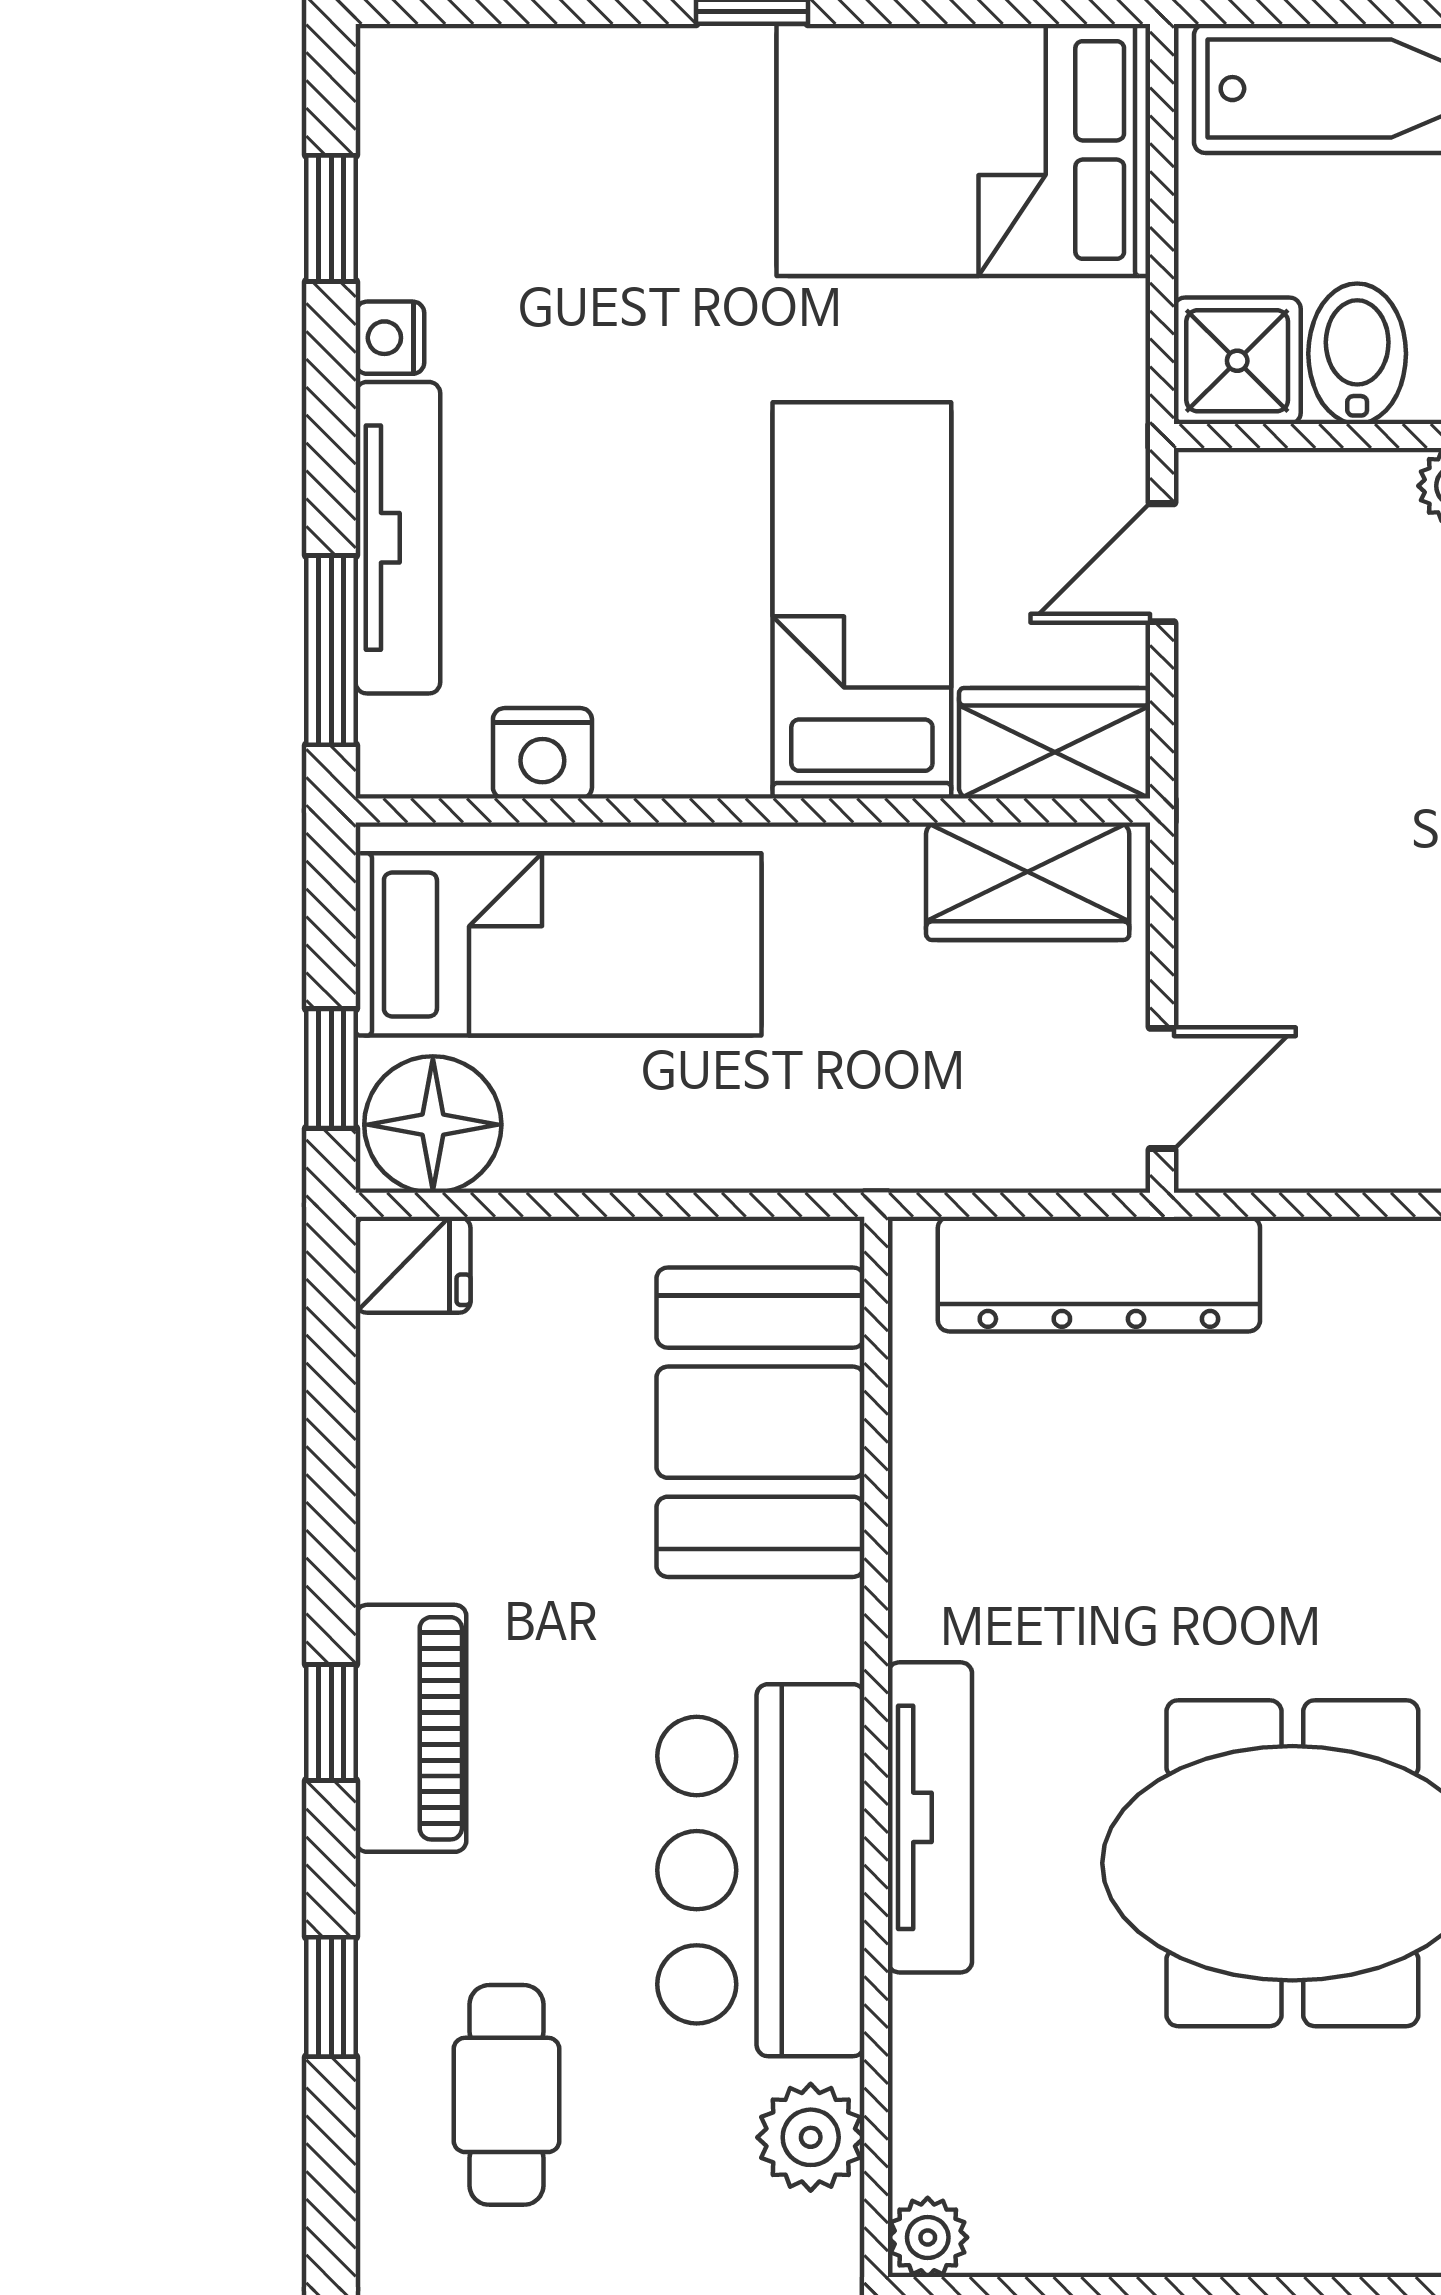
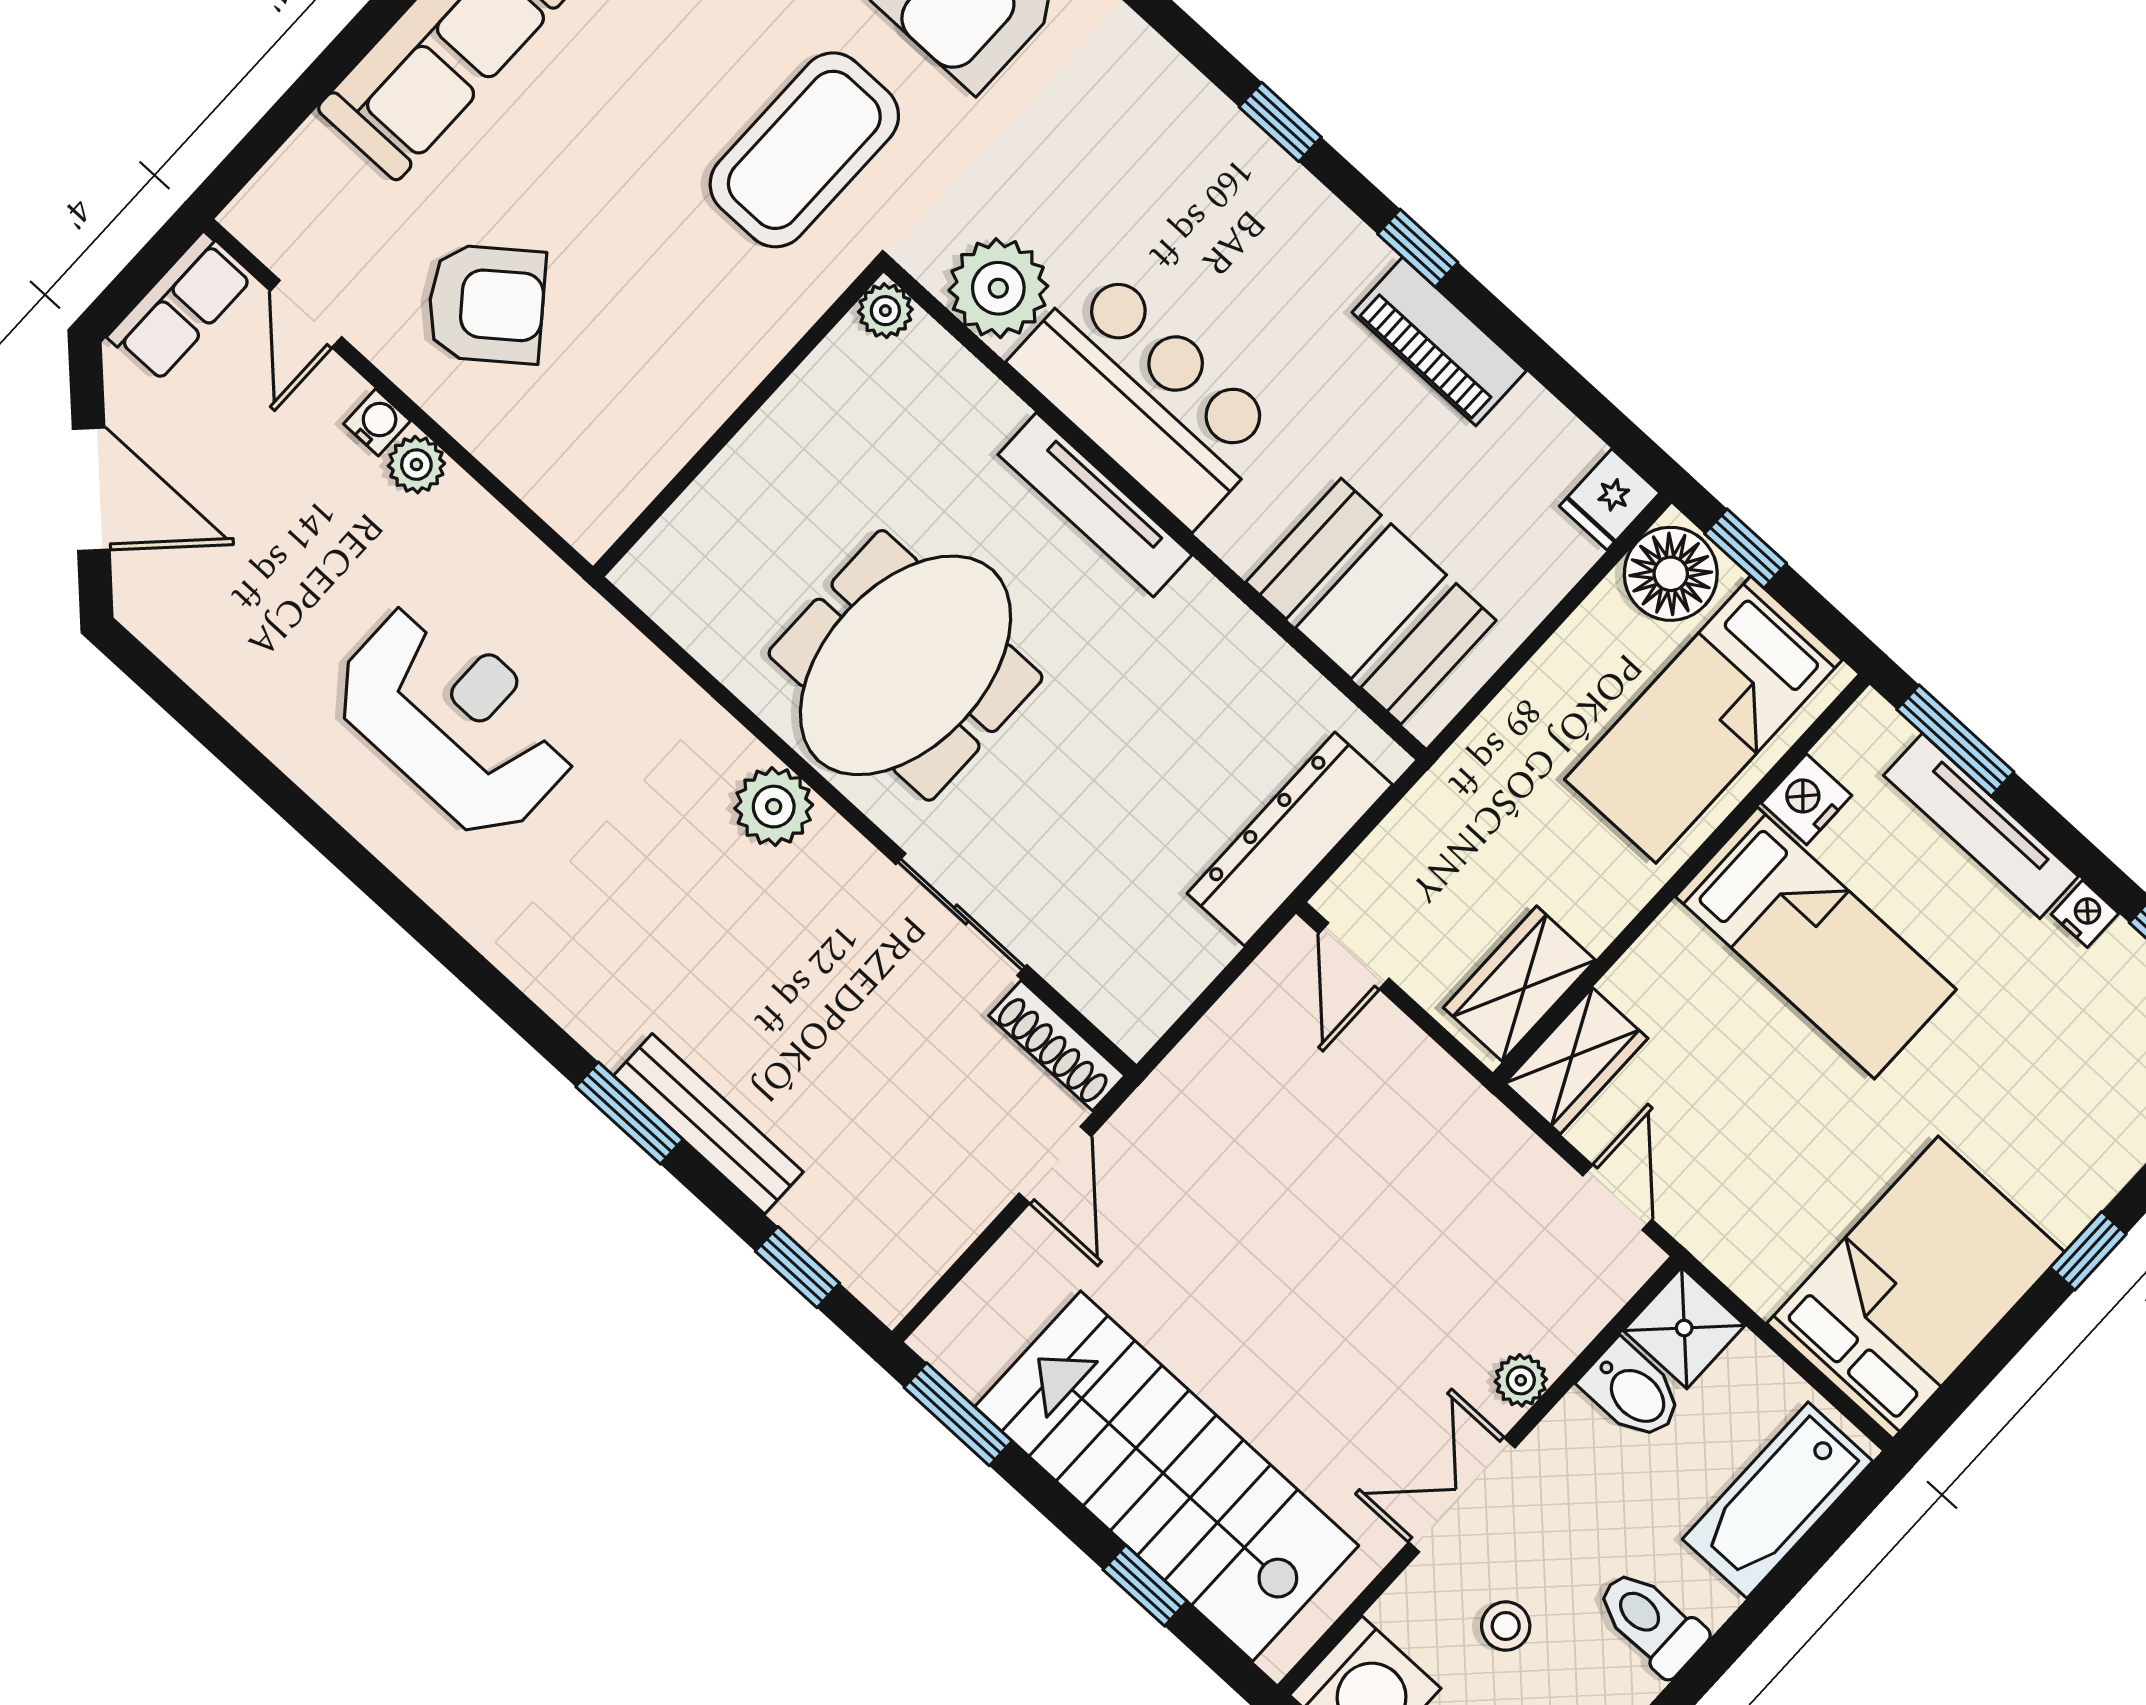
bed: (862, 600) -> (1816, 943), moved
piano: (411, 1728) -> (1439, 341), moved
cafe table: (506, 2095) -> (1150, 165), removed
plant: (811, 2137) -> (998, 288), width x1.36, depth x1.36

